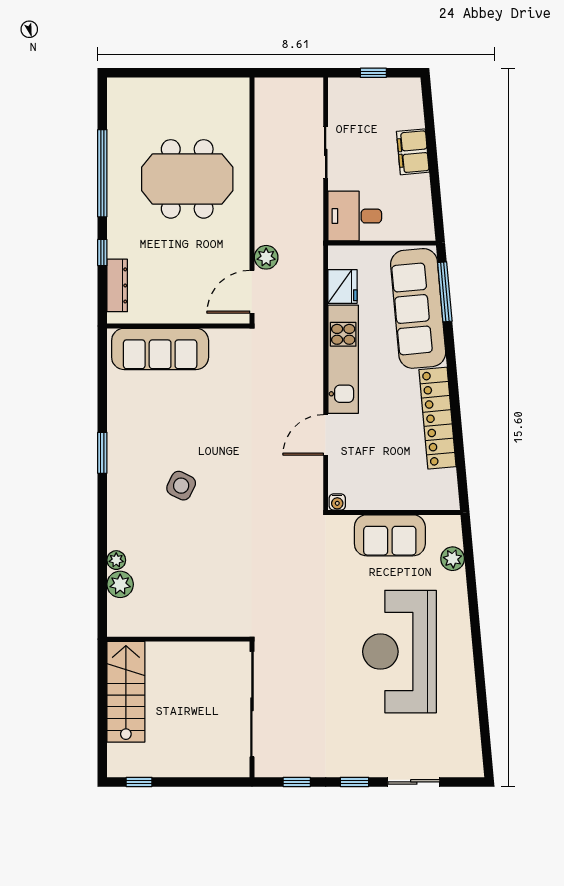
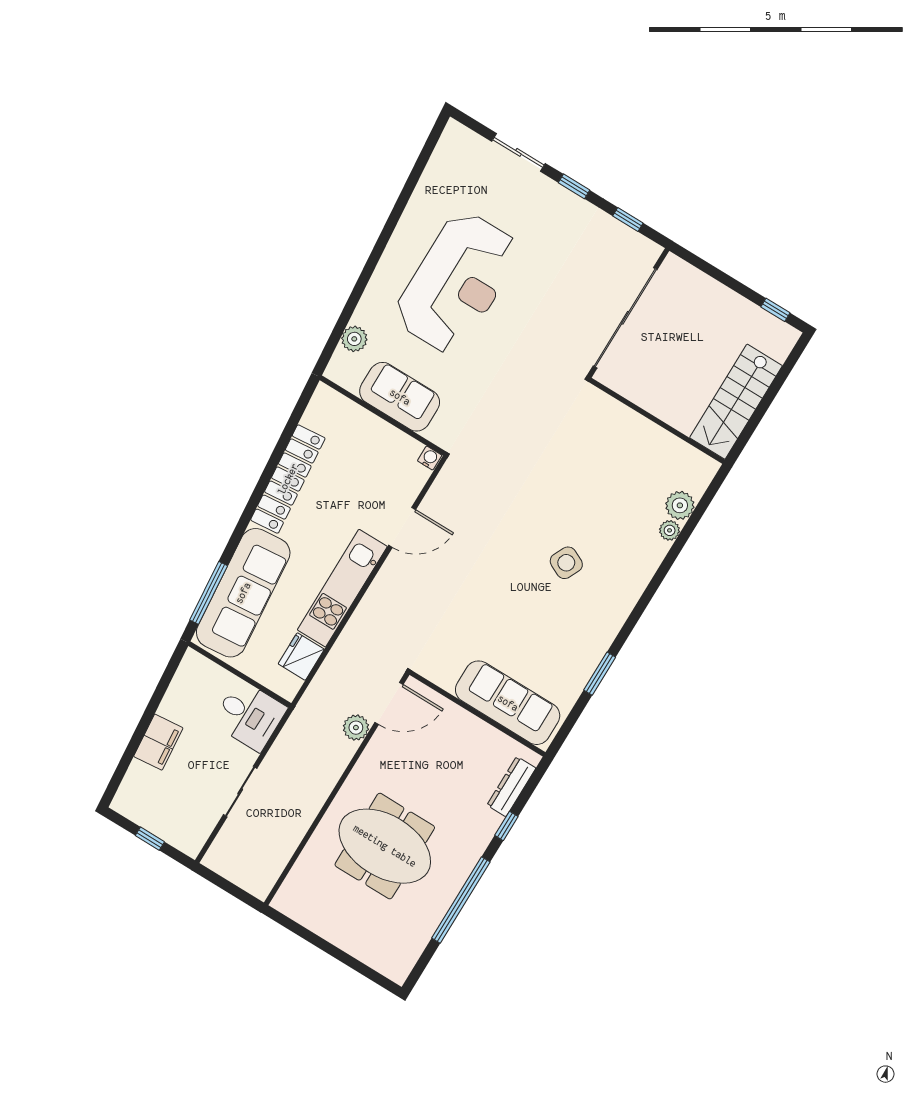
window: (102, 453) -> (600, 674), moved

